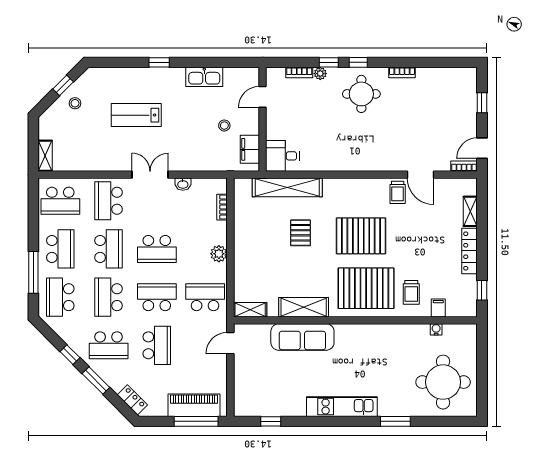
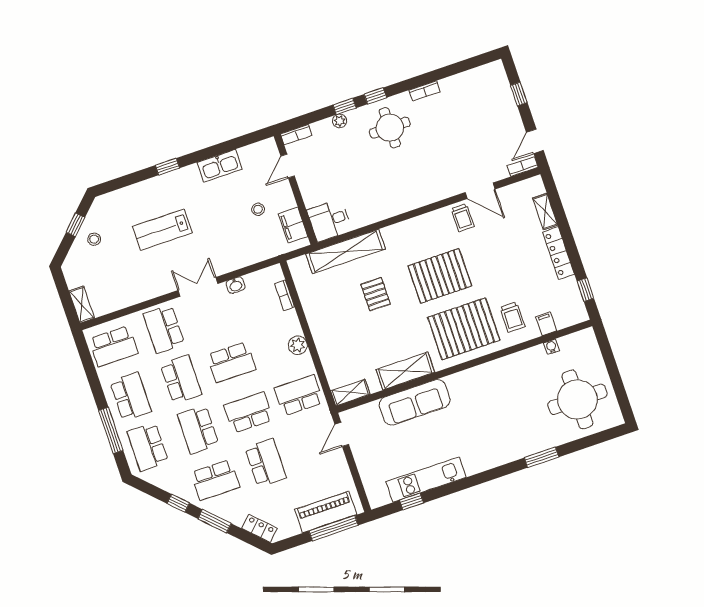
bookcase: (299, 73) -> (296, 135), moved
kitchen unit: (342, 407) -> (426, 480), moved

